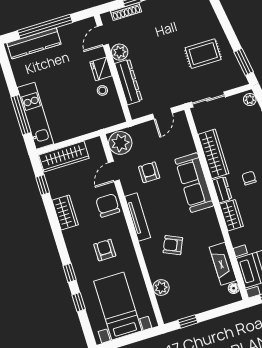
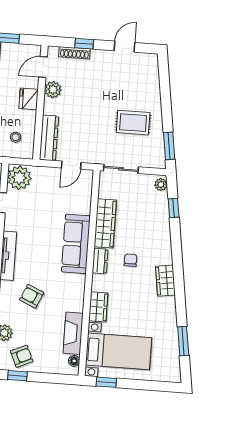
dresser: (128, 82) -> (49, 138), moved
stool: (102, 90) -> (16, 137), moved
armchair: (149, 172) -> (22, 356), moved, turned 66
wardrobe: (231, 215) -> (98, 307), moved

